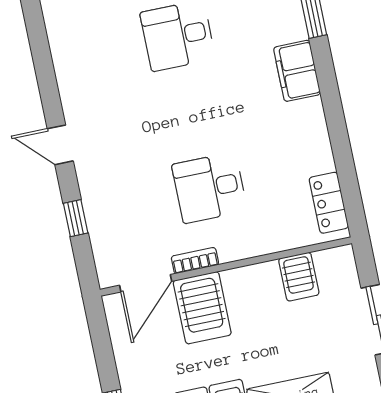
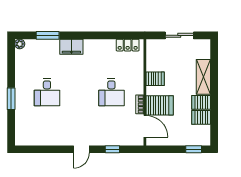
server rack: (299, 277) -> (155, 79), moved

